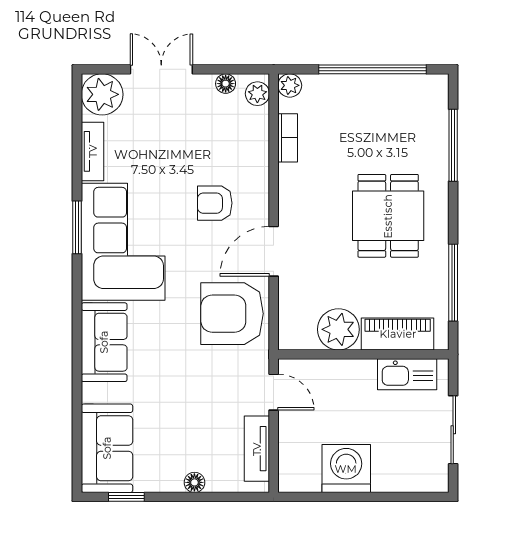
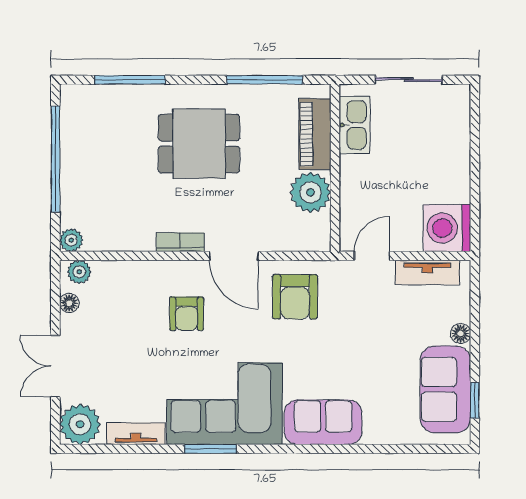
bookcase: (288, 138) -> (180, 242), moved
armchair: (232, 314) -> (295, 297), width x0.73, depth x0.73
sofa: (107, 448) -> (445, 389), moved, turned -90
washing machine: (346, 469) -> (447, 228), moved

